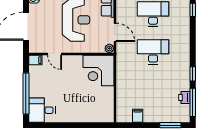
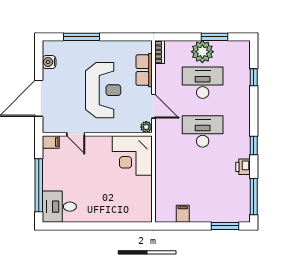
window: (193, 74) -> (254, 146), moved
printer: (184, 97) -> (243, 167), moved

